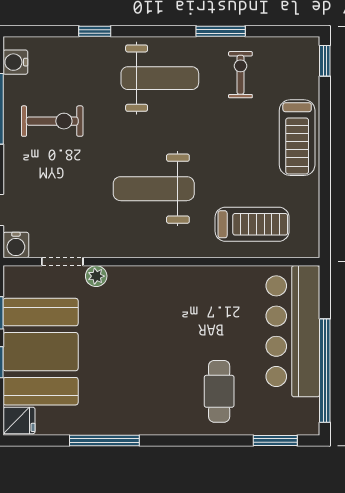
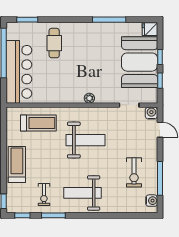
window: (95, 31) -> (22, 215), moved
exercise bike: (52, 121) -> (134, 172), turned -90
treadmill: (252, 224) -> (38, 123), turned 180
plant: (96, 276) -> (89, 98), moved

